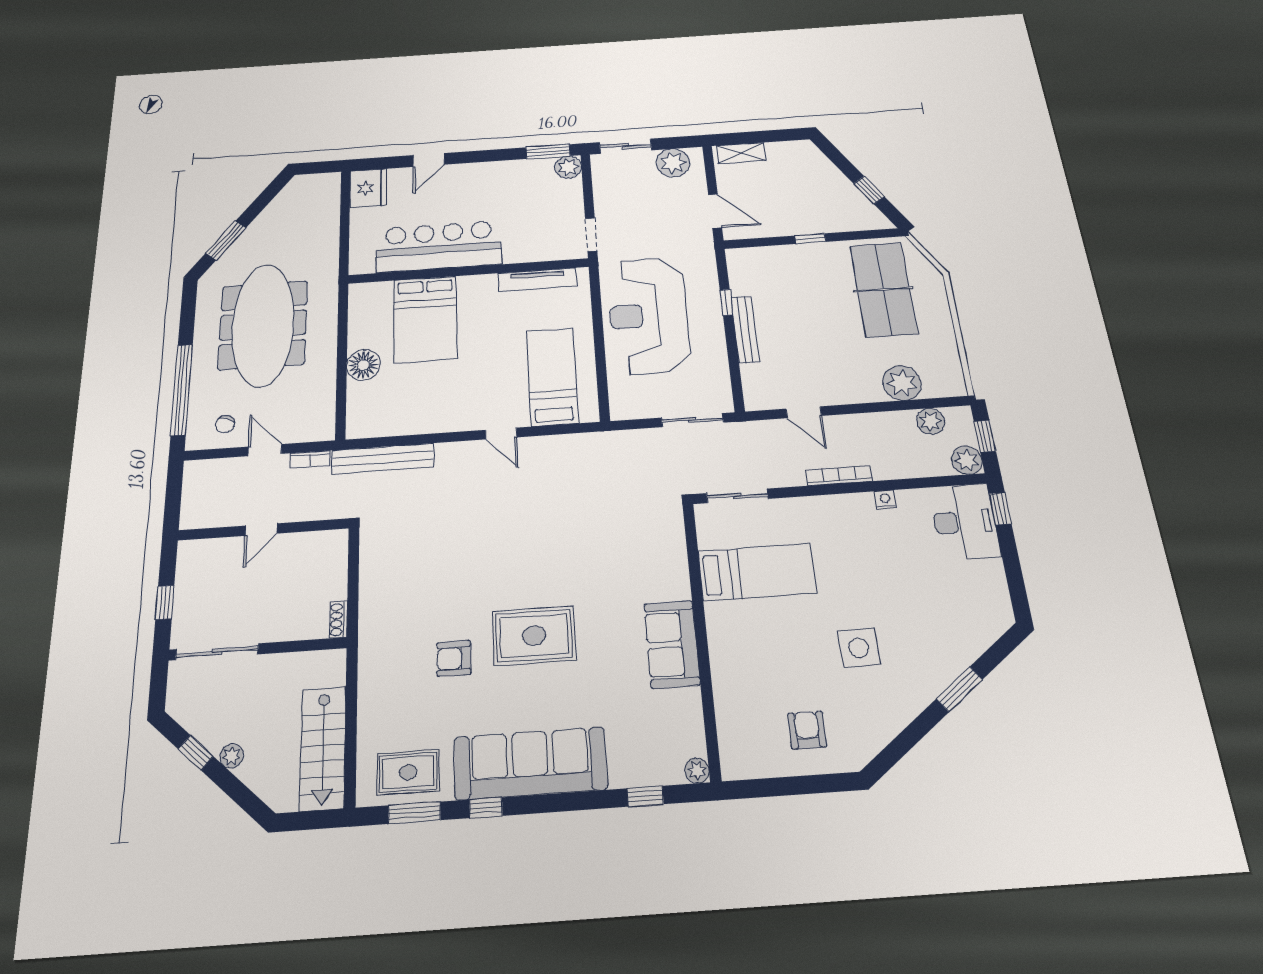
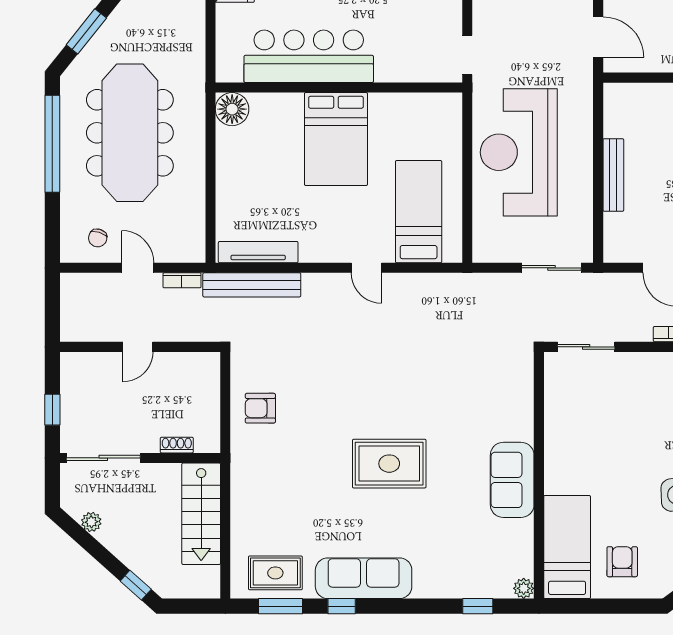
tv unit: (537, 280) -> (258, 252), moved, turned 180
window: (726, 302) -> (598, 144), removed
bed: (425, 319) -> (336, 139), moved
floor lamp: (363, 365) -> (232, 109), moved
window: (182, 390) -> (52, 144), moved
bed: (757, 572) -> (567, 547), moved, turned -90
shoe rack: (338, 620) -> (177, 445), moved, turned 90
armchair: (454, 658) -> (260, 408), moved
stairs: (323, 748) -> (201, 514), moved
window: (196, 753) -> (136, 585), moved
plant: (232, 756) -> (91, 522), moved
sofa: (530, 763) -> (364, 578), width x0.74, depth x0.79

